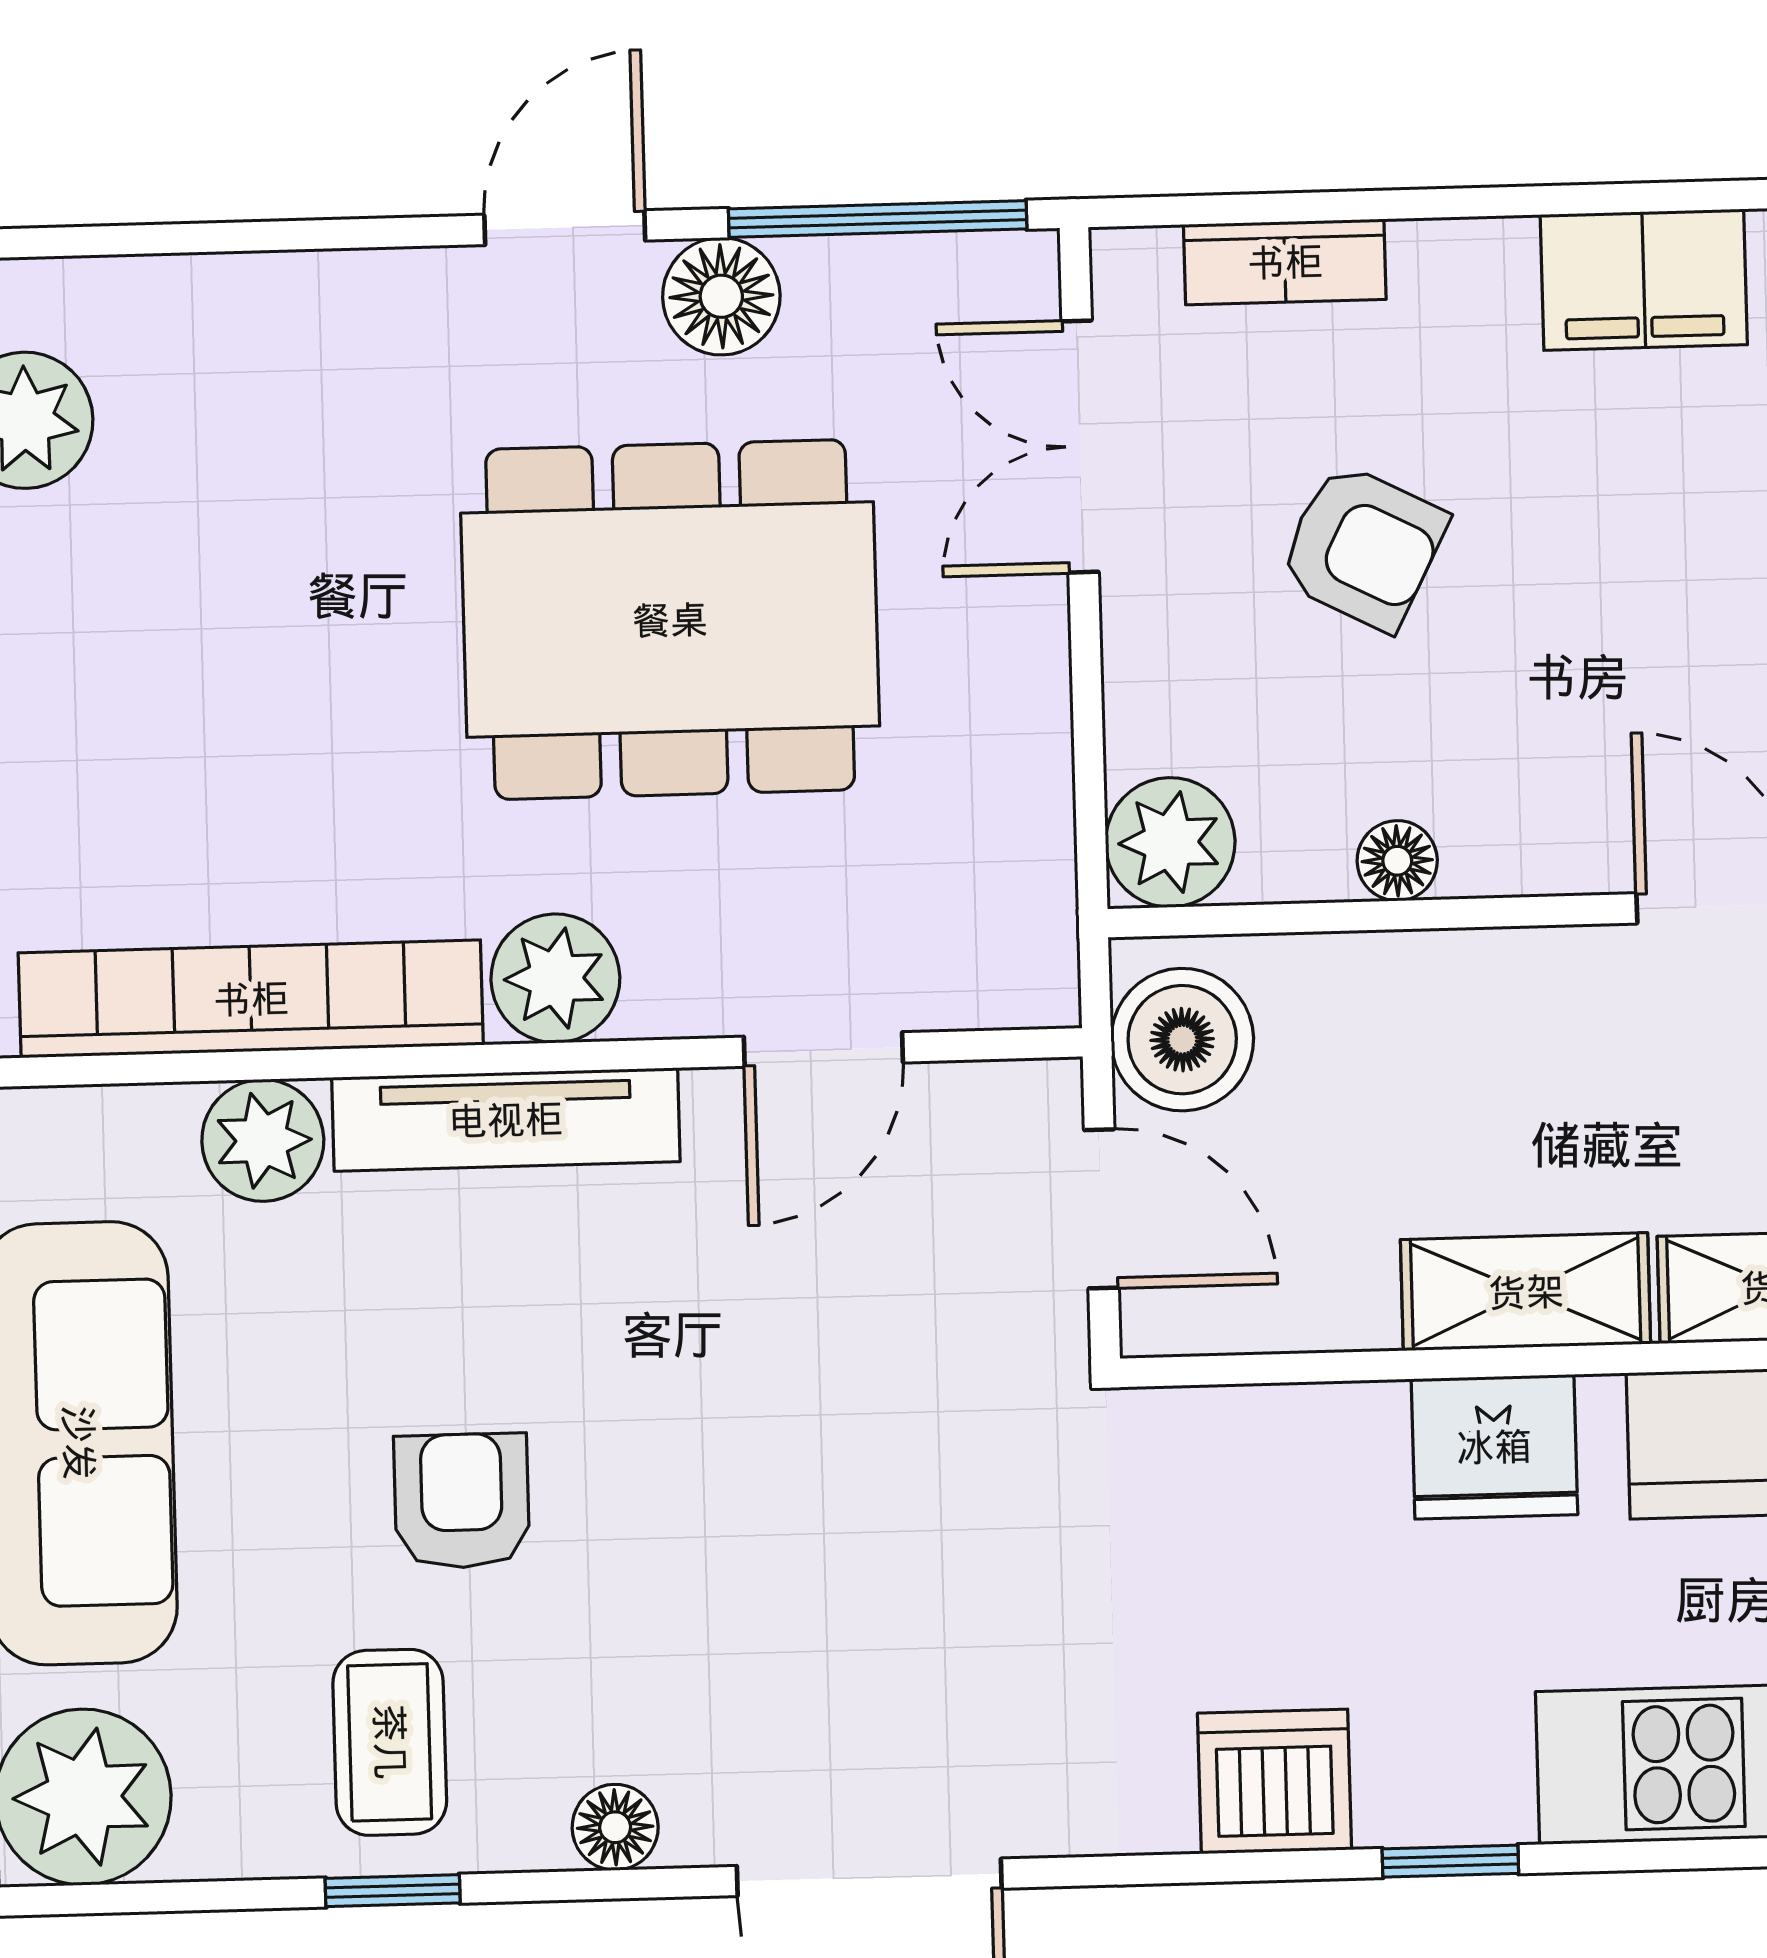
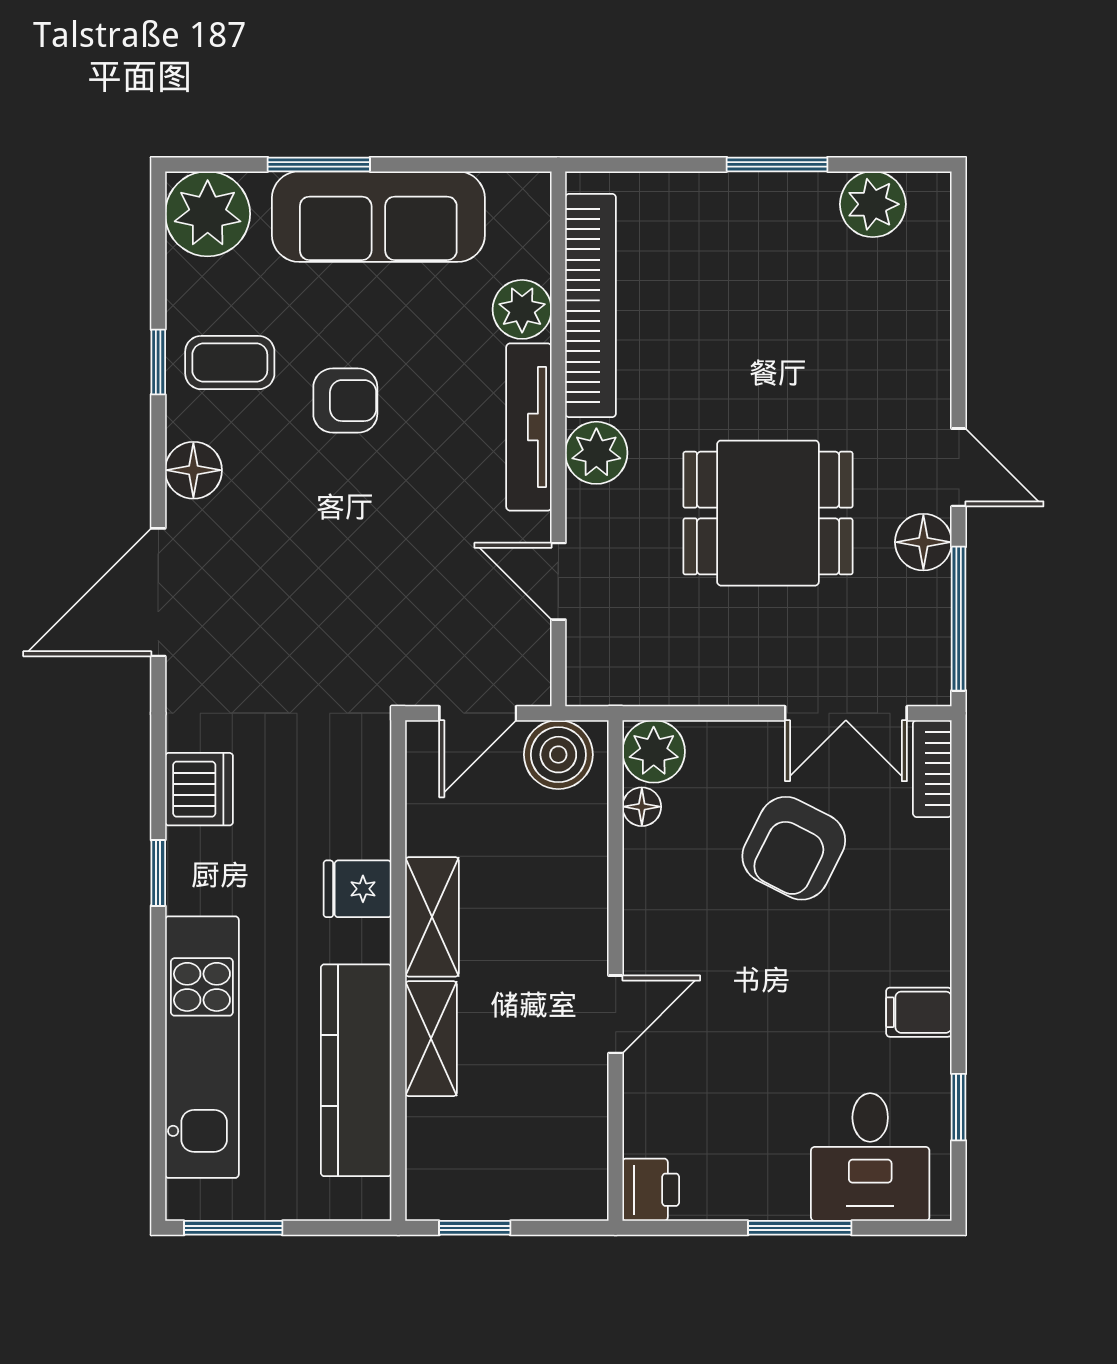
bookcase: (1285, 262) -> (932, 769), moved
filing cabinet: (1644, 280) -> (919, 1012), width x0.50
double door: (1080, 447) -> (846, 713), swing flipped
armchair: (1363, 547) -> (794, 848), width x1.38, depth x1.38
dining table: (670, 620) -> (768, 513), width x0.73
floor lamp: (1397, 861) -> (642, 807), moved
fridge: (1494, 1447) -> (358, 889), width x0.72
floor lamp: (615, 1827) -> (193, 470), width x1.37, depth x1.37

